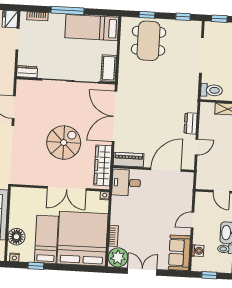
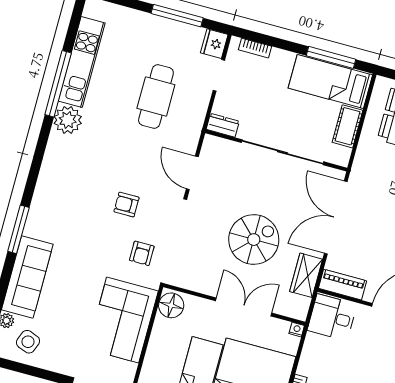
window: (67, 10) -> (331, 57), moved
cot: (109, 68) -> (348, 126), moved
wardrobe: (103, 165) -> (306, 275), width x0.67
double door: (67, 188) -> (244, 307), swing flipped
floor lamp: (16, 237) -> (171, 305), moved

